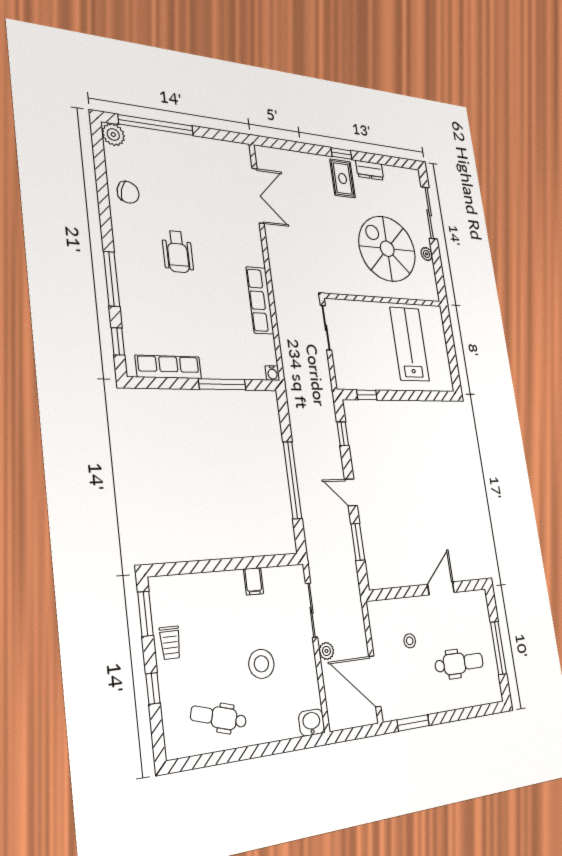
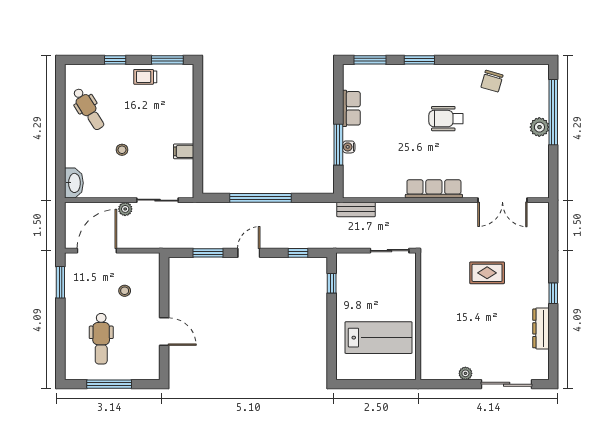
plant: (113, 134) -> (539, 127), moved
dresser: (370, 170) -> (541, 328), width x1.44
rug: (343, 179) -> (487, 273), moved
spiral stairs: (387, 249) -> (467, 329), removed
window: (112, 279) -> (419, 60), width x0.69
row of seats: (260, 300) -> (434, 189), moved
window: (118, 341) -> (370, 60), width x1.50
bench: (290, 365) -> (356, 209), added
row of seats: (169, 367) -> (351, 108), width x0.68
water cooler: (272, 373) -> (349, 147), moved
stool: (261, 664) -> (122, 150), width x0.53, depth x0.53
dental chair: (219, 717) -> (88, 109), turned 132
washbasin: (312, 723) -> (74, 183), width x1.38

